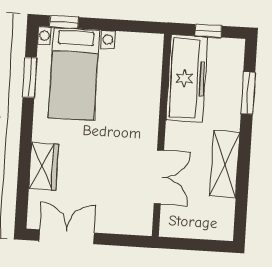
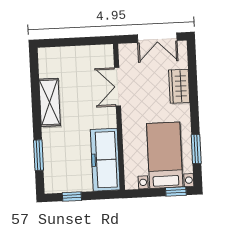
freezer: (187, 78) -> (105, 160), moved
wall: (161, 135) -> (119, 117), moved
double door: (159, 177) -> (118, 87), moved

